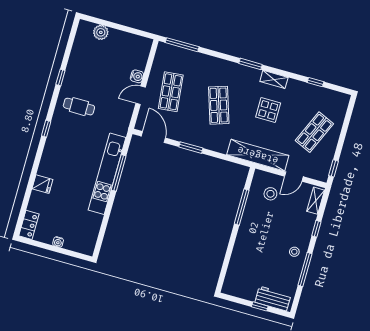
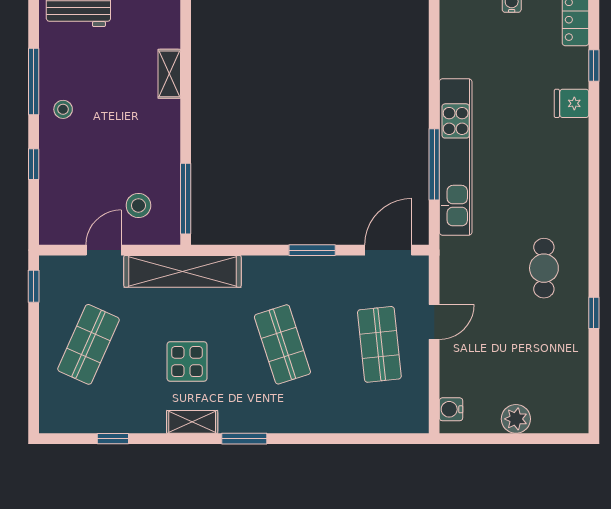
plant: (101, 32) -> (516, 419), moved
window: (182, 45) -> (383, 439), removed
water cooler: (137, 76) -> (451, 409), moved
cafe table: (79, 107) -> (544, 268), turned 90
window: (46, 129) -> (594, 65), moved
door: (153, 137) -> (388, 250), swing flipped
shelving: (316, 201) -> (169, 74), moved
window: (242, 207) -> (186, 199), moved

